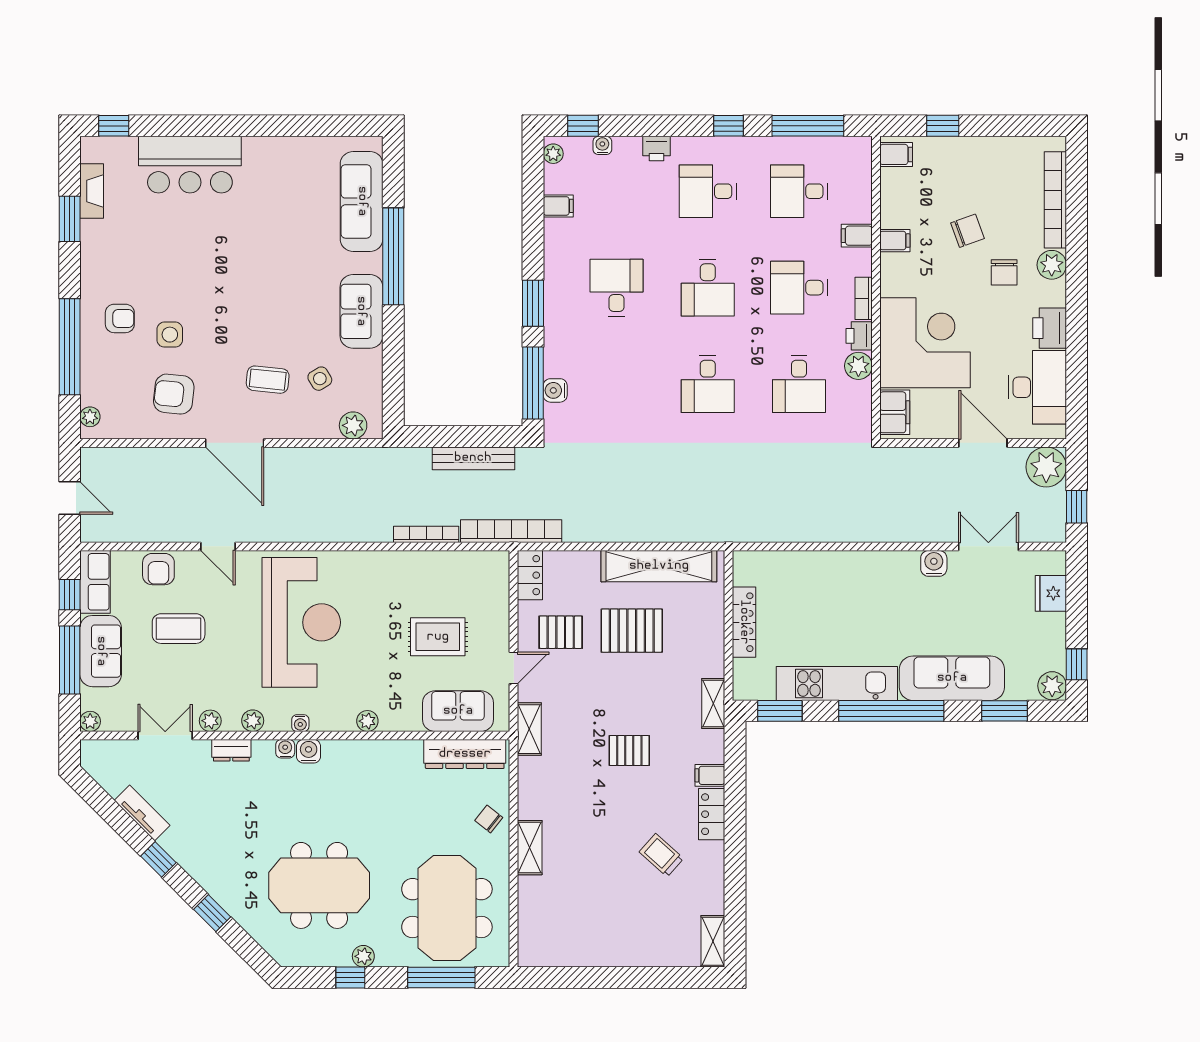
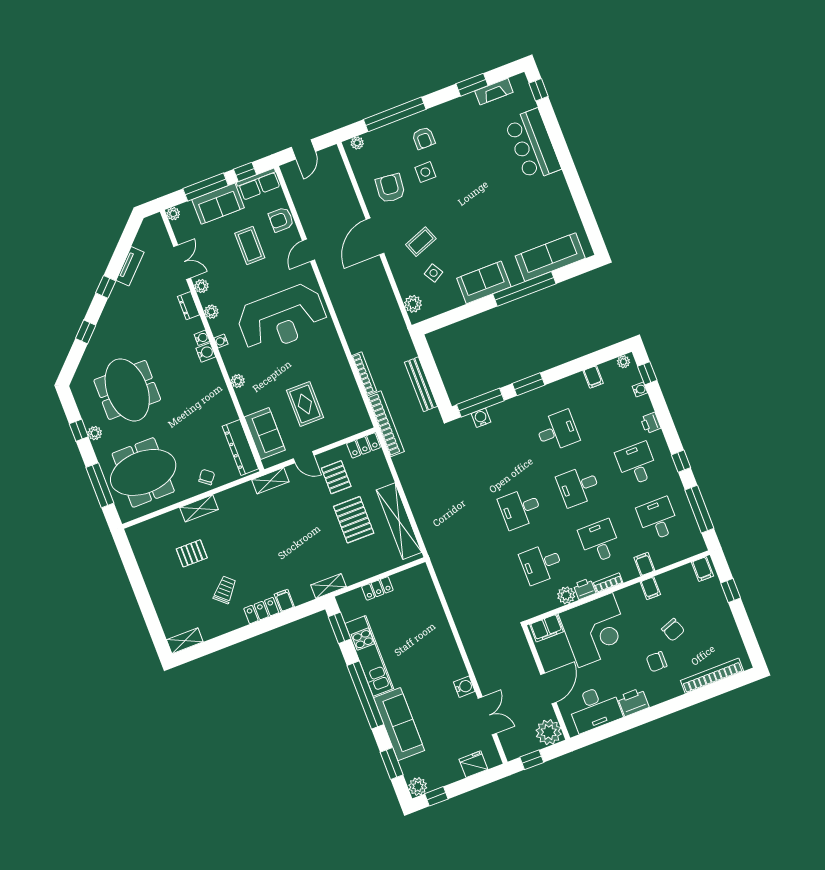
plant: (1052, 265) -> (672, 689), removed
coffee table: (268, 380) -> (421, 242), turned 63
locker: (744, 622) -> (377, 588), width x0.66
pallet: (629, 751) -> (192, 553), moved, turned 90

